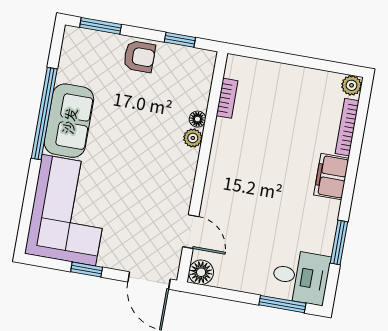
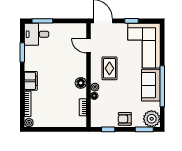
plant: (80, 46) -> (152, 119), added
rug: (153, 174) -> (109, 68), added
floor lamp: (201, 272) -> (81, 83), moved

